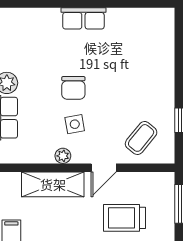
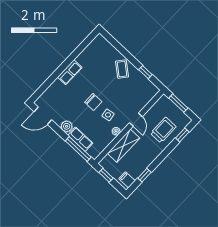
coffee table: (141, 138) -> (122, 69), moved
trolley: (124, 218) -> (163, 130), turned 180

